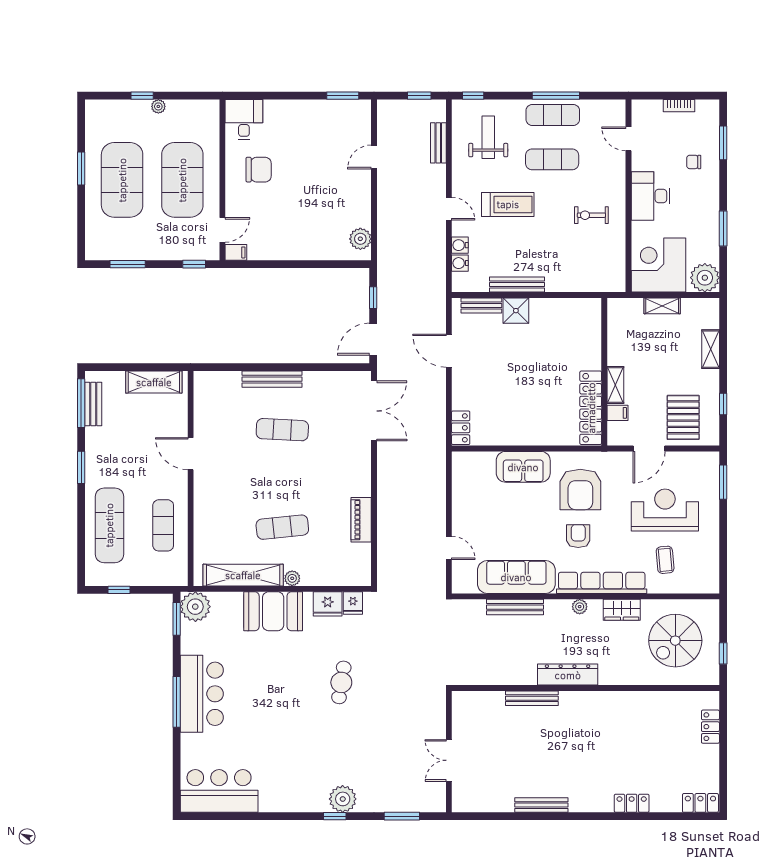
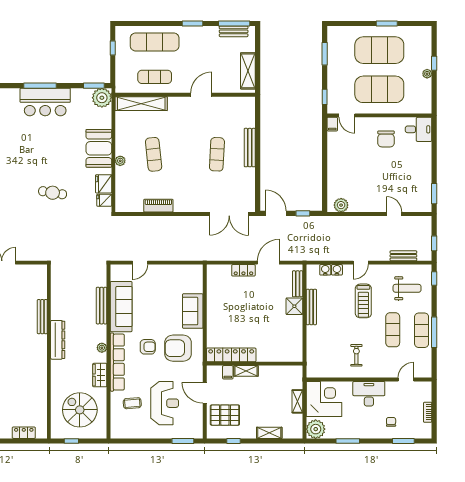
locker: (461, 428) -> (243, 270), moved
shelving: (243, 575) -> (141, 104), moved, turned 90

